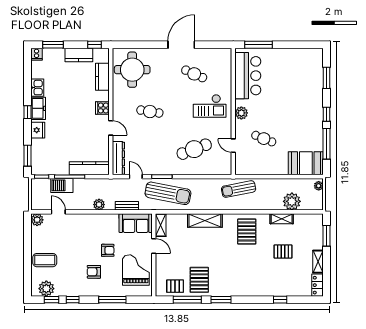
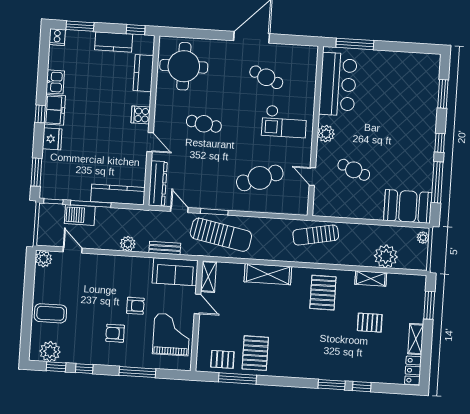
window: (221, 300) -> (332, 385), moved

